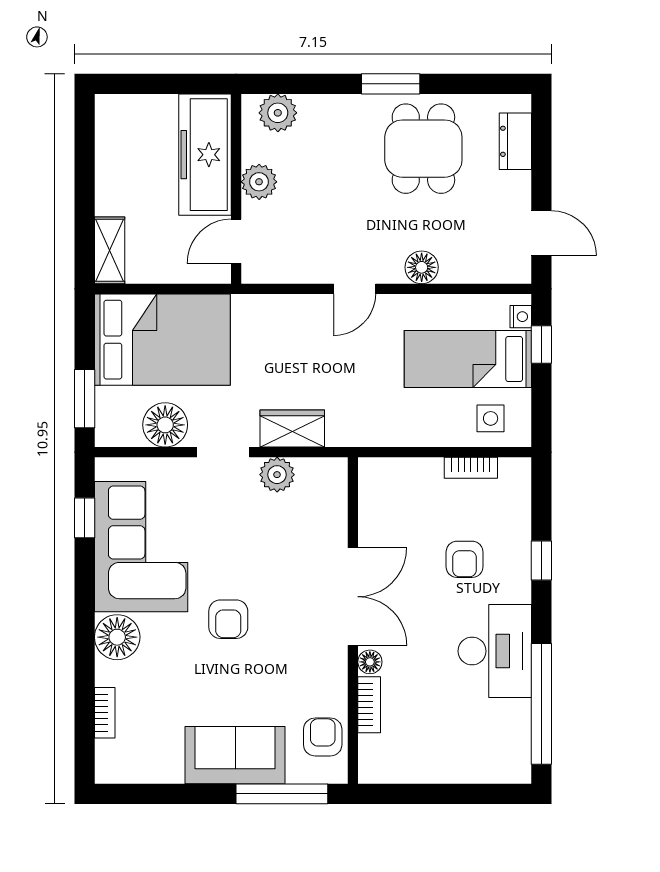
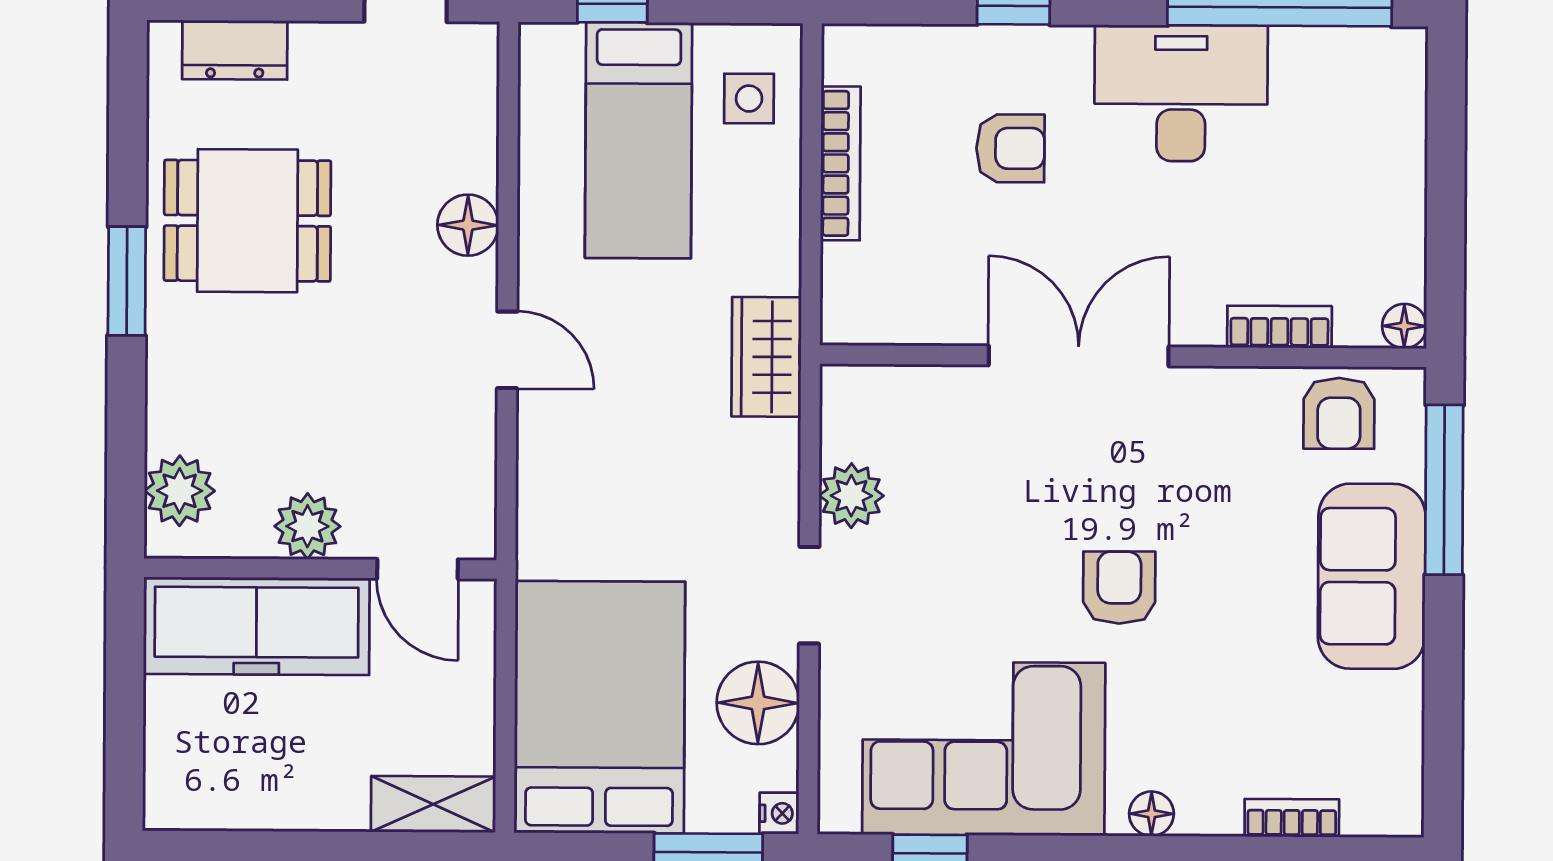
nightstand: (521, 317) -> (779, 813), moved, turned 90
wardrobe: (292, 429) -> (766, 357), moved
bookcase: (471, 468) -> (840, 163), width x1.56
armchair: (228, 619) -> (1119, 588), turned -90
floor lamp: (117, 637) -> (1151, 814), width x0.53, depth x0.53
floor lamp: (370, 662) -> (1404, 326), moved
armchair: (323, 737) -> (1339, 413), turned -90

